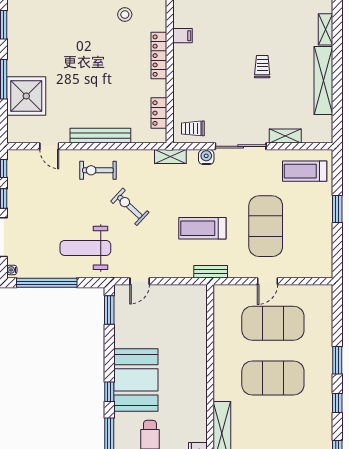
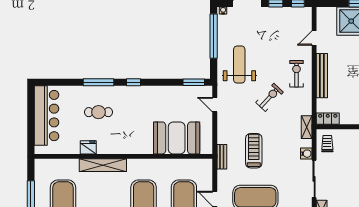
locker: (159, 113) -> (328, 119), moved
booth: (136, 380) -> (177, 138), moved

